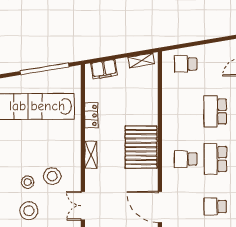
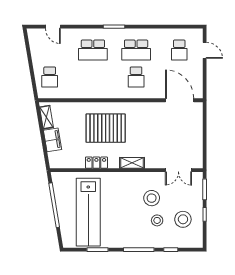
filing cabinet: (104, 69) -> (53, 140), moved
pallet: (141, 147) -> (106, 128), moved
door: (160, 207) -> (180, 100), swing flipped

